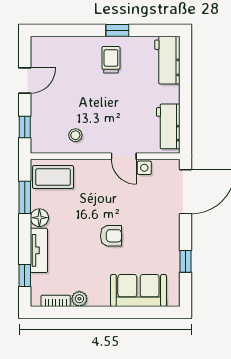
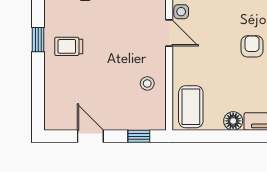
door: (124, 156) -> (169, 33), hinge flipped
window: (25, 197) -> (212, 136), removed

